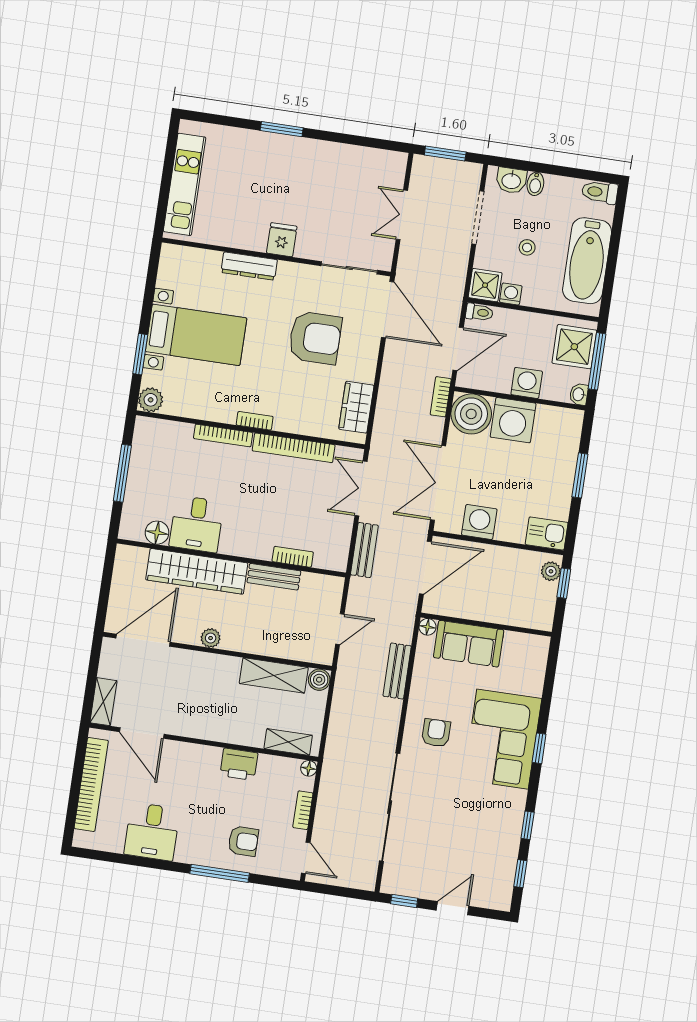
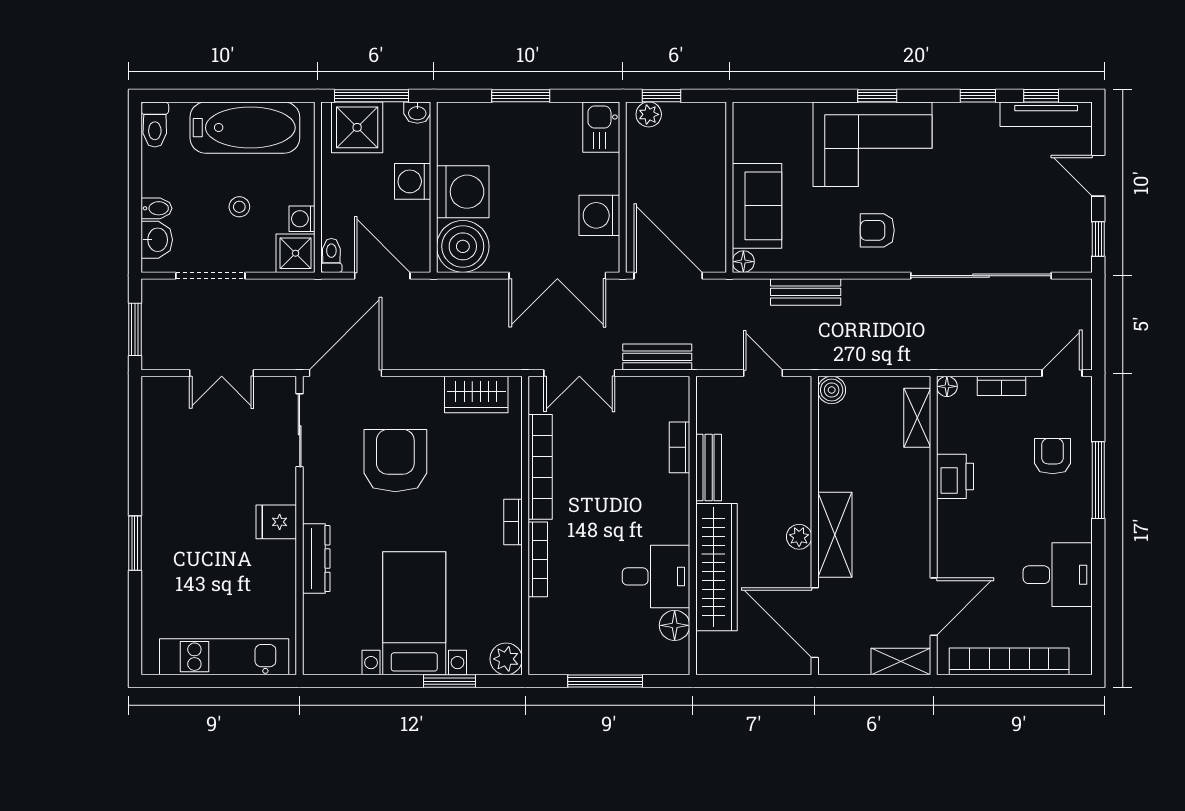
bookcase: (441, 397) -> (447, 289), removed
shelving: (274, 675) -> (835, 535), moved
tv unit: (506, 875) -> (1046, 114), added

